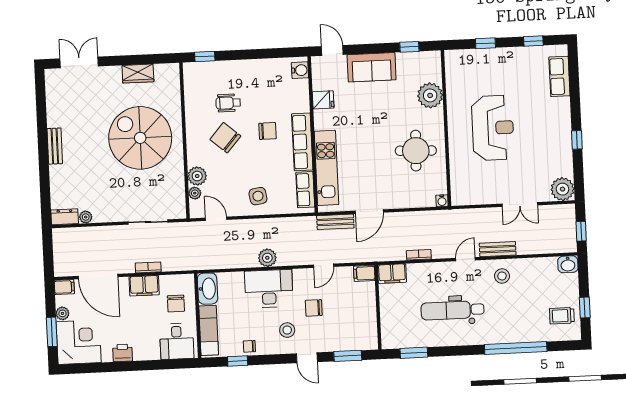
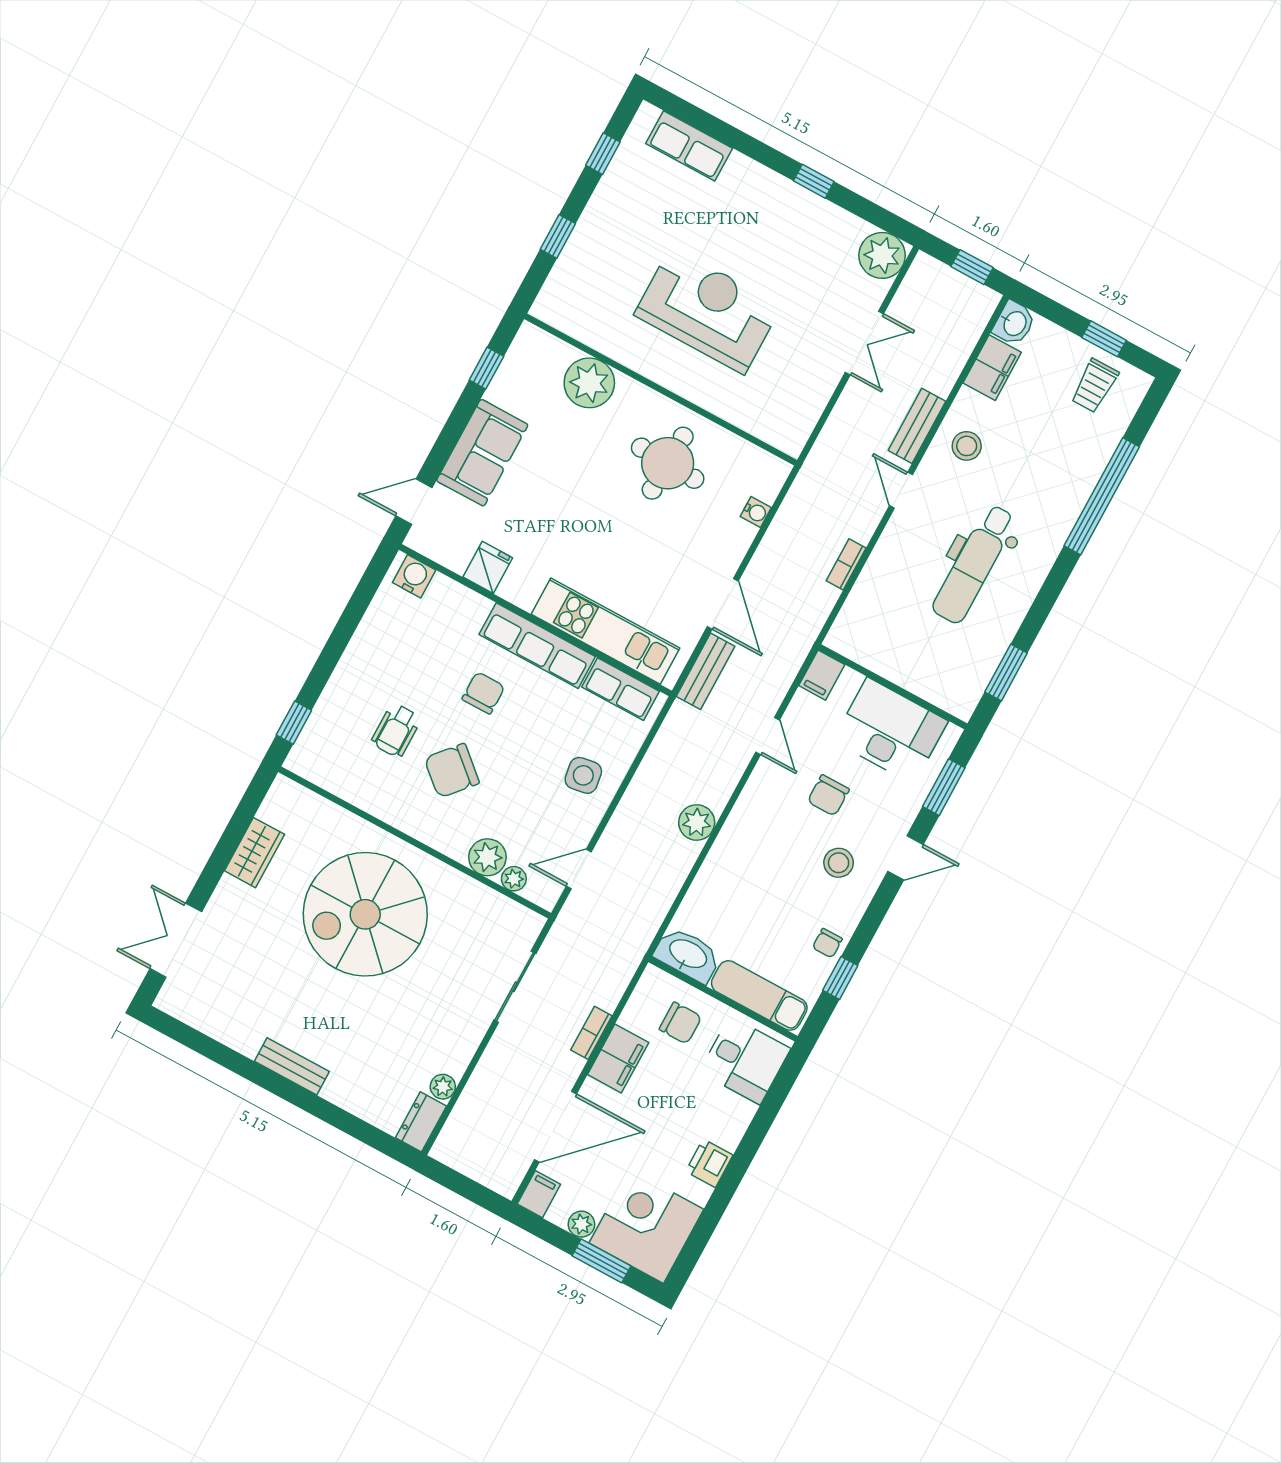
water cooler: (442, 201) -> (756, 512), moved
filing cabinet: (392, 274) -> (992, 368), moved
desk: (269, 289) -> (890, 731), moved, turned 90

